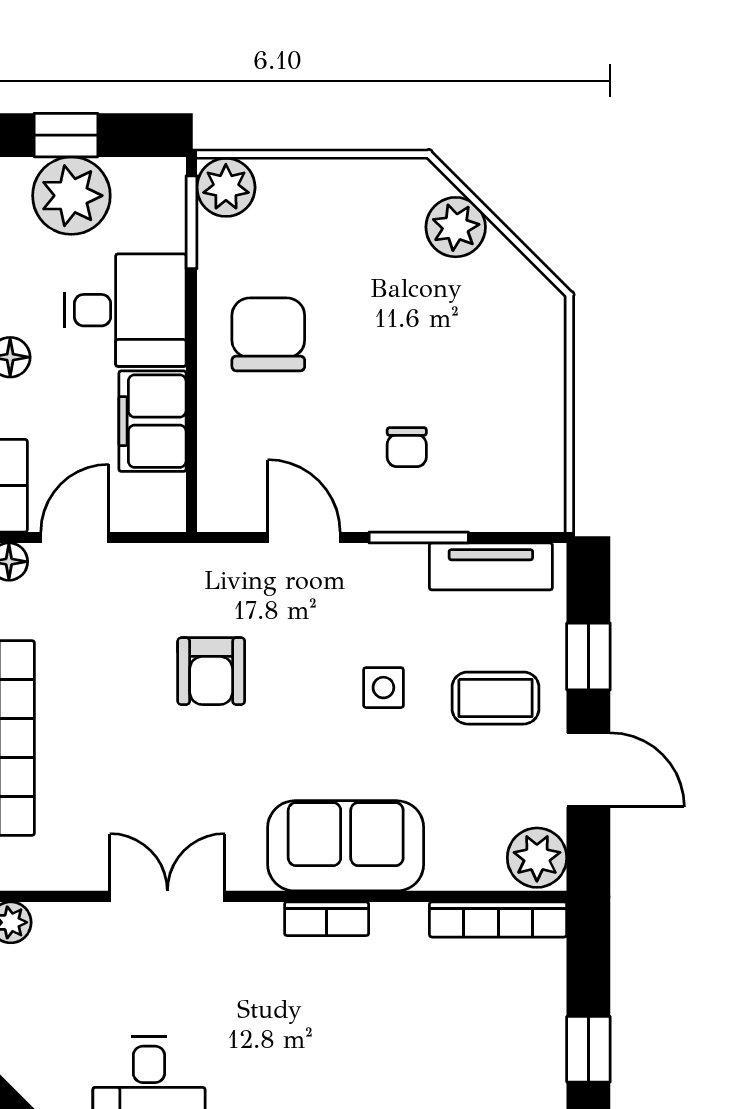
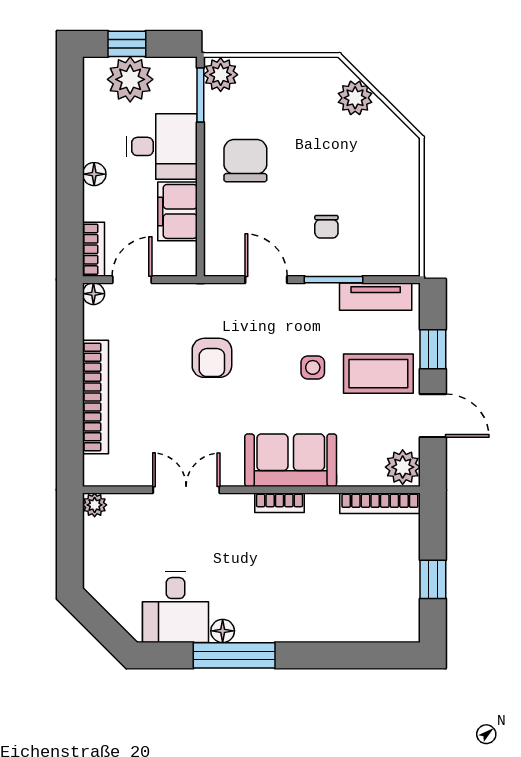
coffee table: (496, 698) -> (378, 374), width x1.36, depth x1.30

